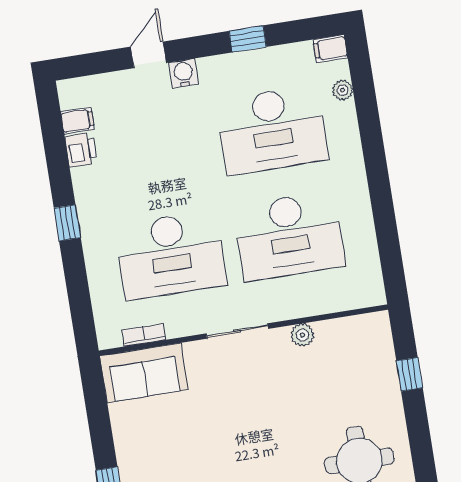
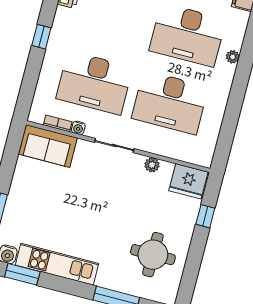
plant: (343, 90) -> (233, 57), moved
water cooler: (176, 328) -> (78, 128), added
fridge: (364, 336) -> (188, 181), added

